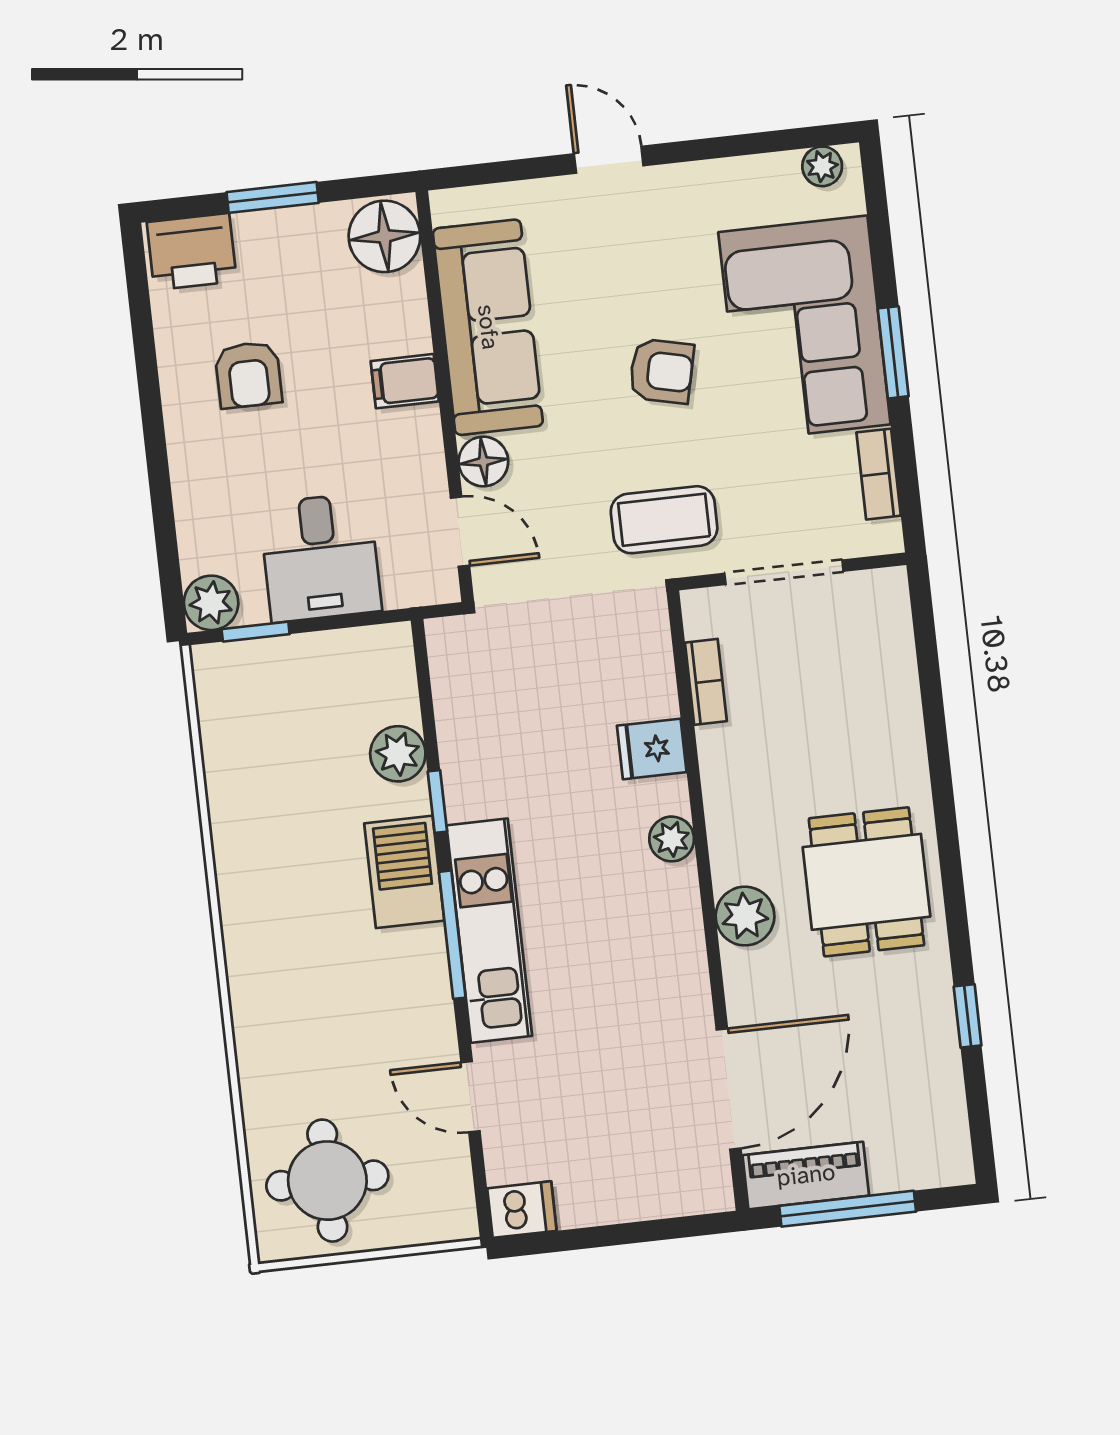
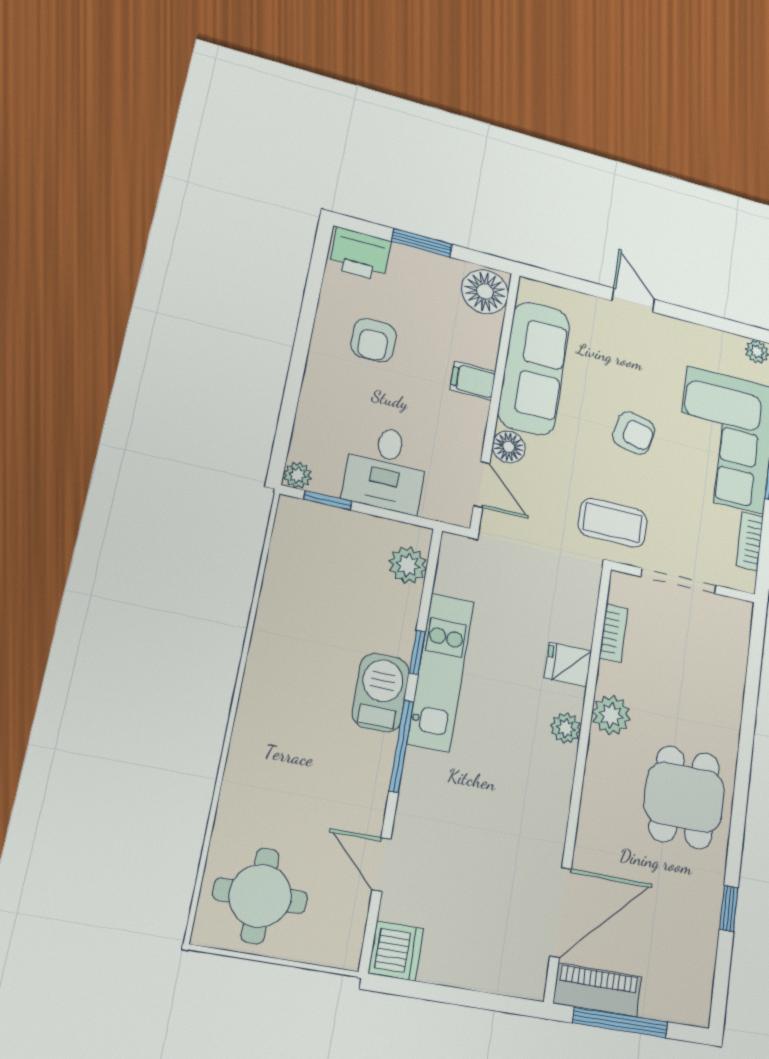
plant: (211, 603) -> (297, 475), width x0.73, depth x0.73
plant: (398, 754) -> (408, 565), moved
plant: (745, 916) -> (611, 715), moved
kitchen unit: (489, 931) -> (440, 672), moved
dishwasher: (522, 1210) -> (396, 951), width x1.38

